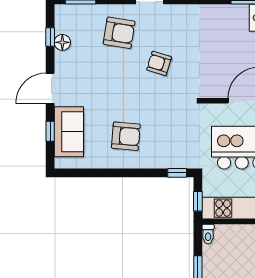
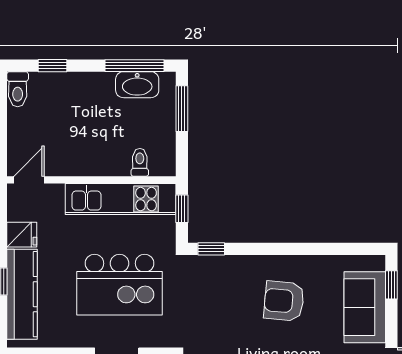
window: (50, 131) -> (391, 285), moved
toilet: (208, 234) -> (140, 162), moved

